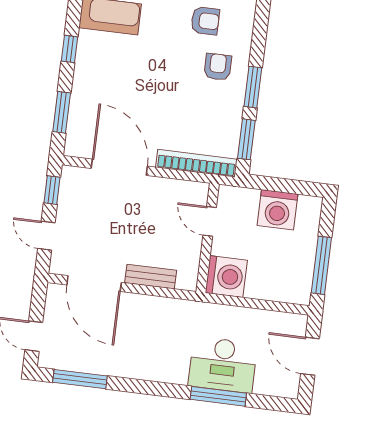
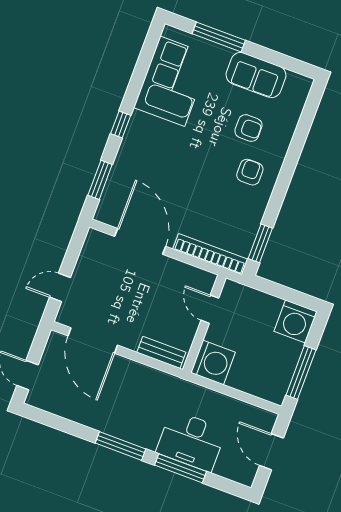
window: (253, 87) -> (277, 198), removed
window: (52, 190) -> (75, 248), removed
washing machine: (277, 210) -> (295, 321), moved
door: (46, 236) -> (60, 287), hinge flipped
bench: (151, 277) -> (161, 352), moved
window: (80, 379) -> (121, 446), moved

